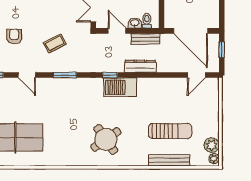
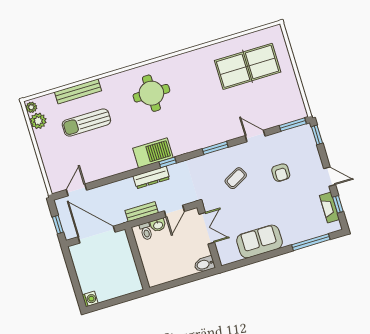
door: (117, 31) -> (174, 211), hinge flipped
dresser: (140, 66) -> (151, 177), moved
round table: (106, 139) -> (151, 93), turned 35

